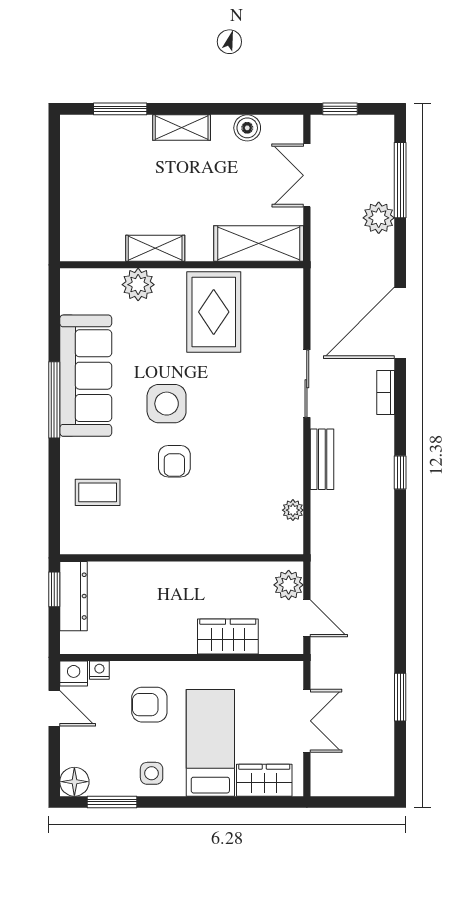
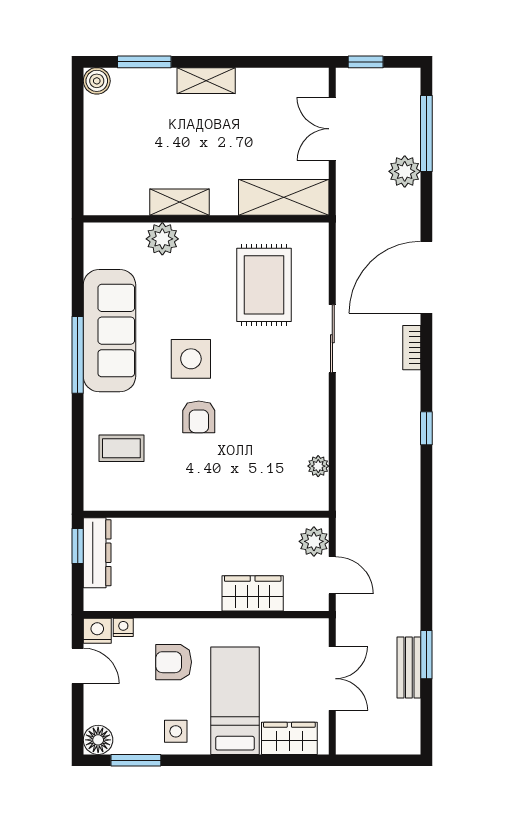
boiler: (247, 128) -> (97, 81), moved
rug: (214, 312) -> (264, 285), moved
bench: (322, 459) -> (409, 668), moved

